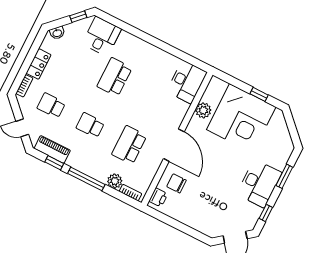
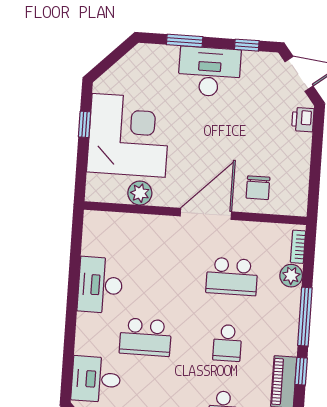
desk: (187, 82) -> (100, 285), moved, turned -90
printer: (158, 197) -> (303, 120), moved, turned -90

